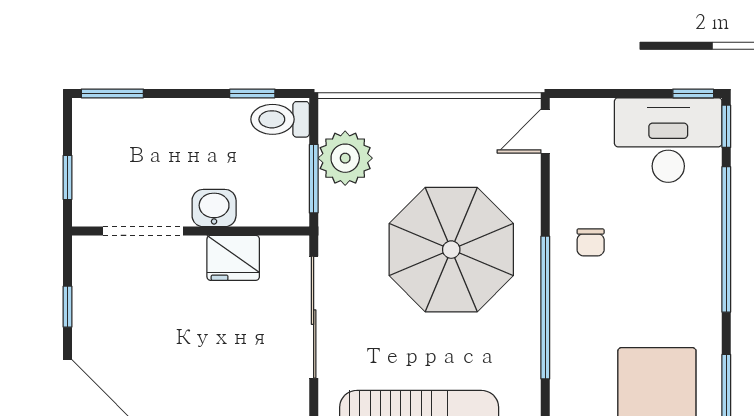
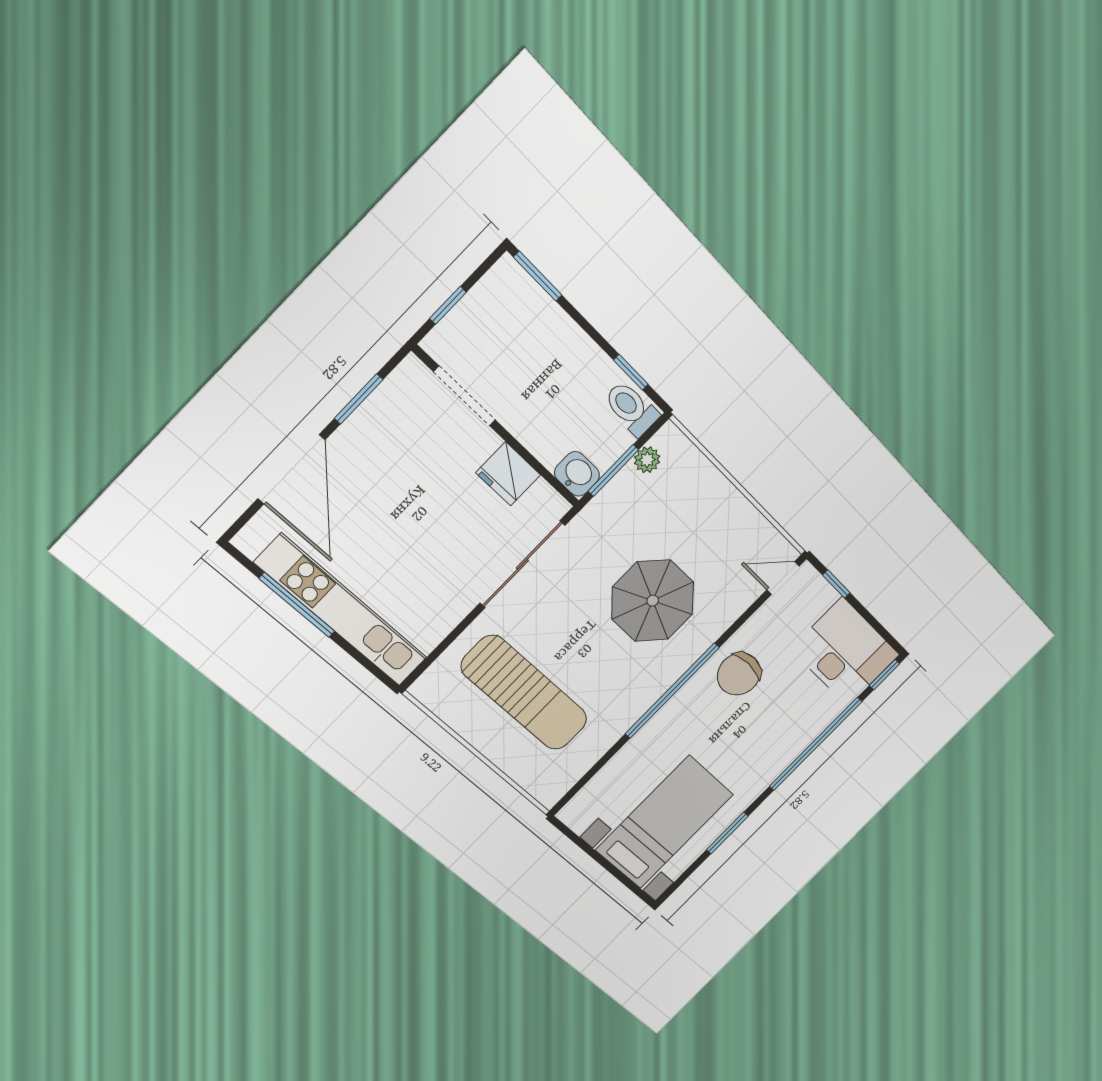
window: (693, 93) -> (836, 584), moved
plant: (345, 158) -> (647, 460), width x0.53, depth x0.53
washbasin: (214, 208) -> (577, 474), moved
chair: (591, 242) -> (739, 674), width x1.87, depth x1.87
parasol: (451, 250) -> (653, 601), width x0.73, depth x0.73
window: (68, 307) -> (359, 399), width x1.50

